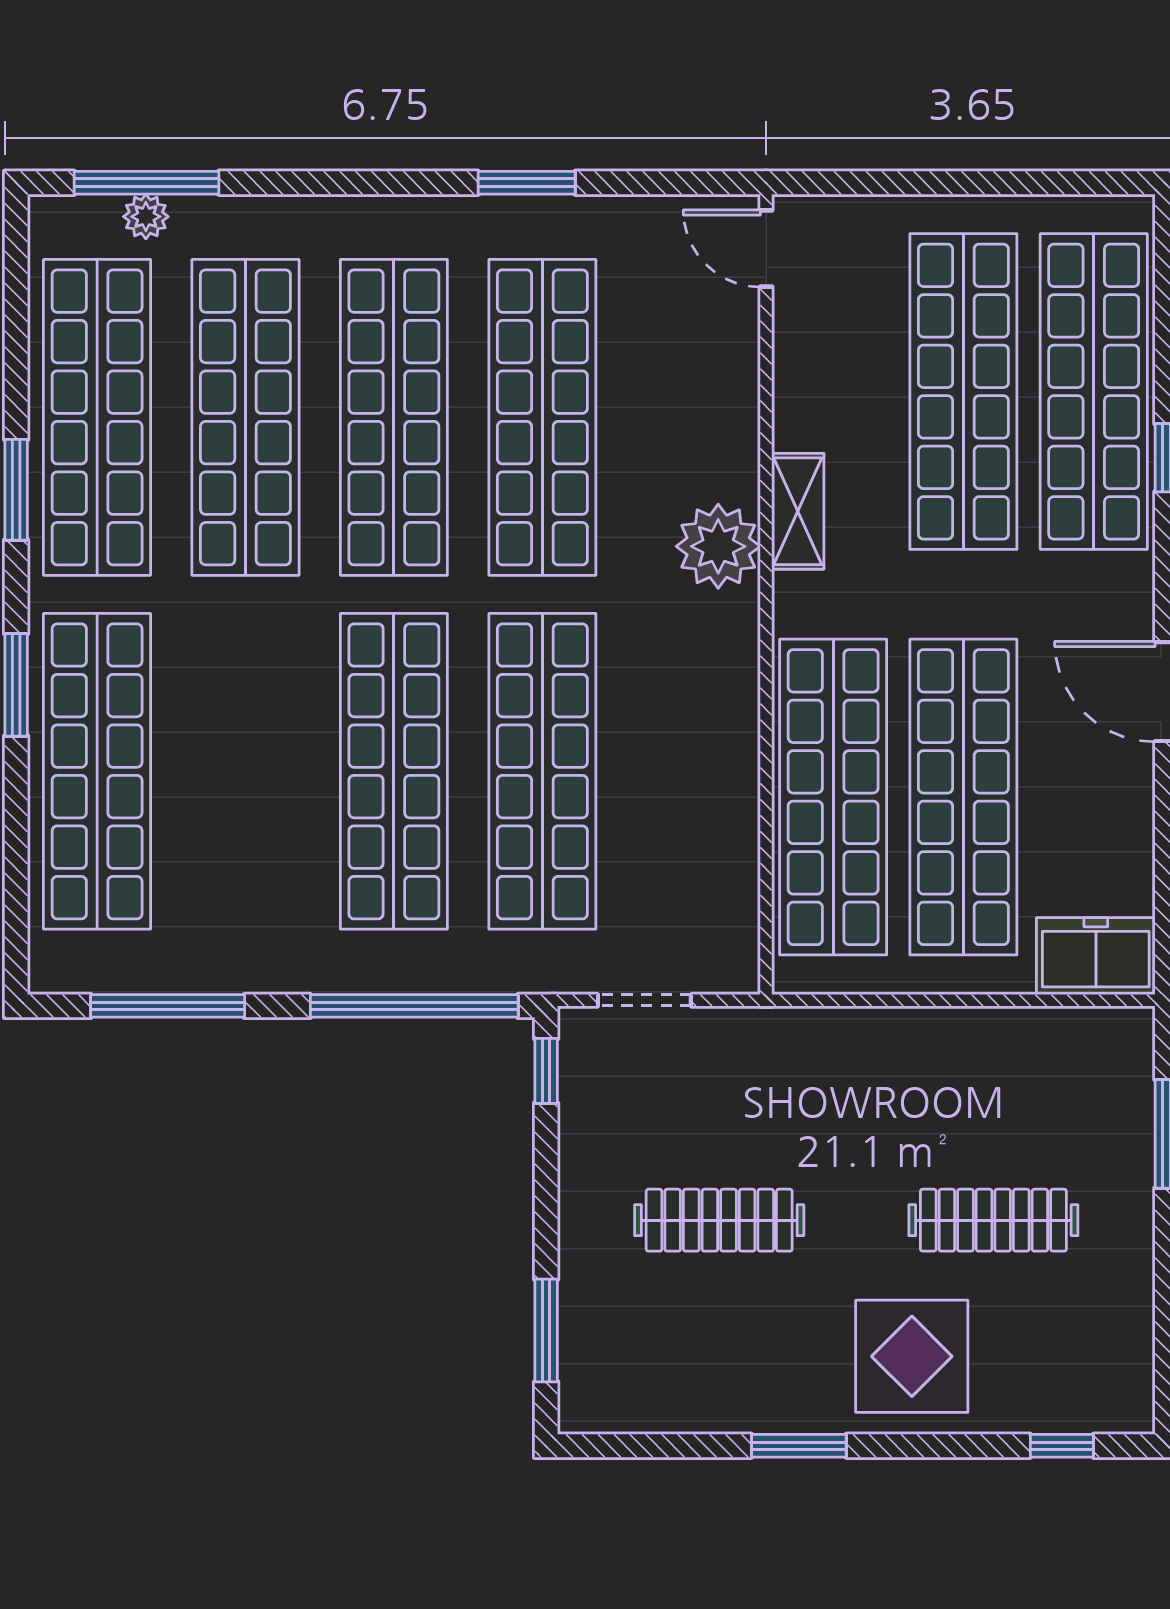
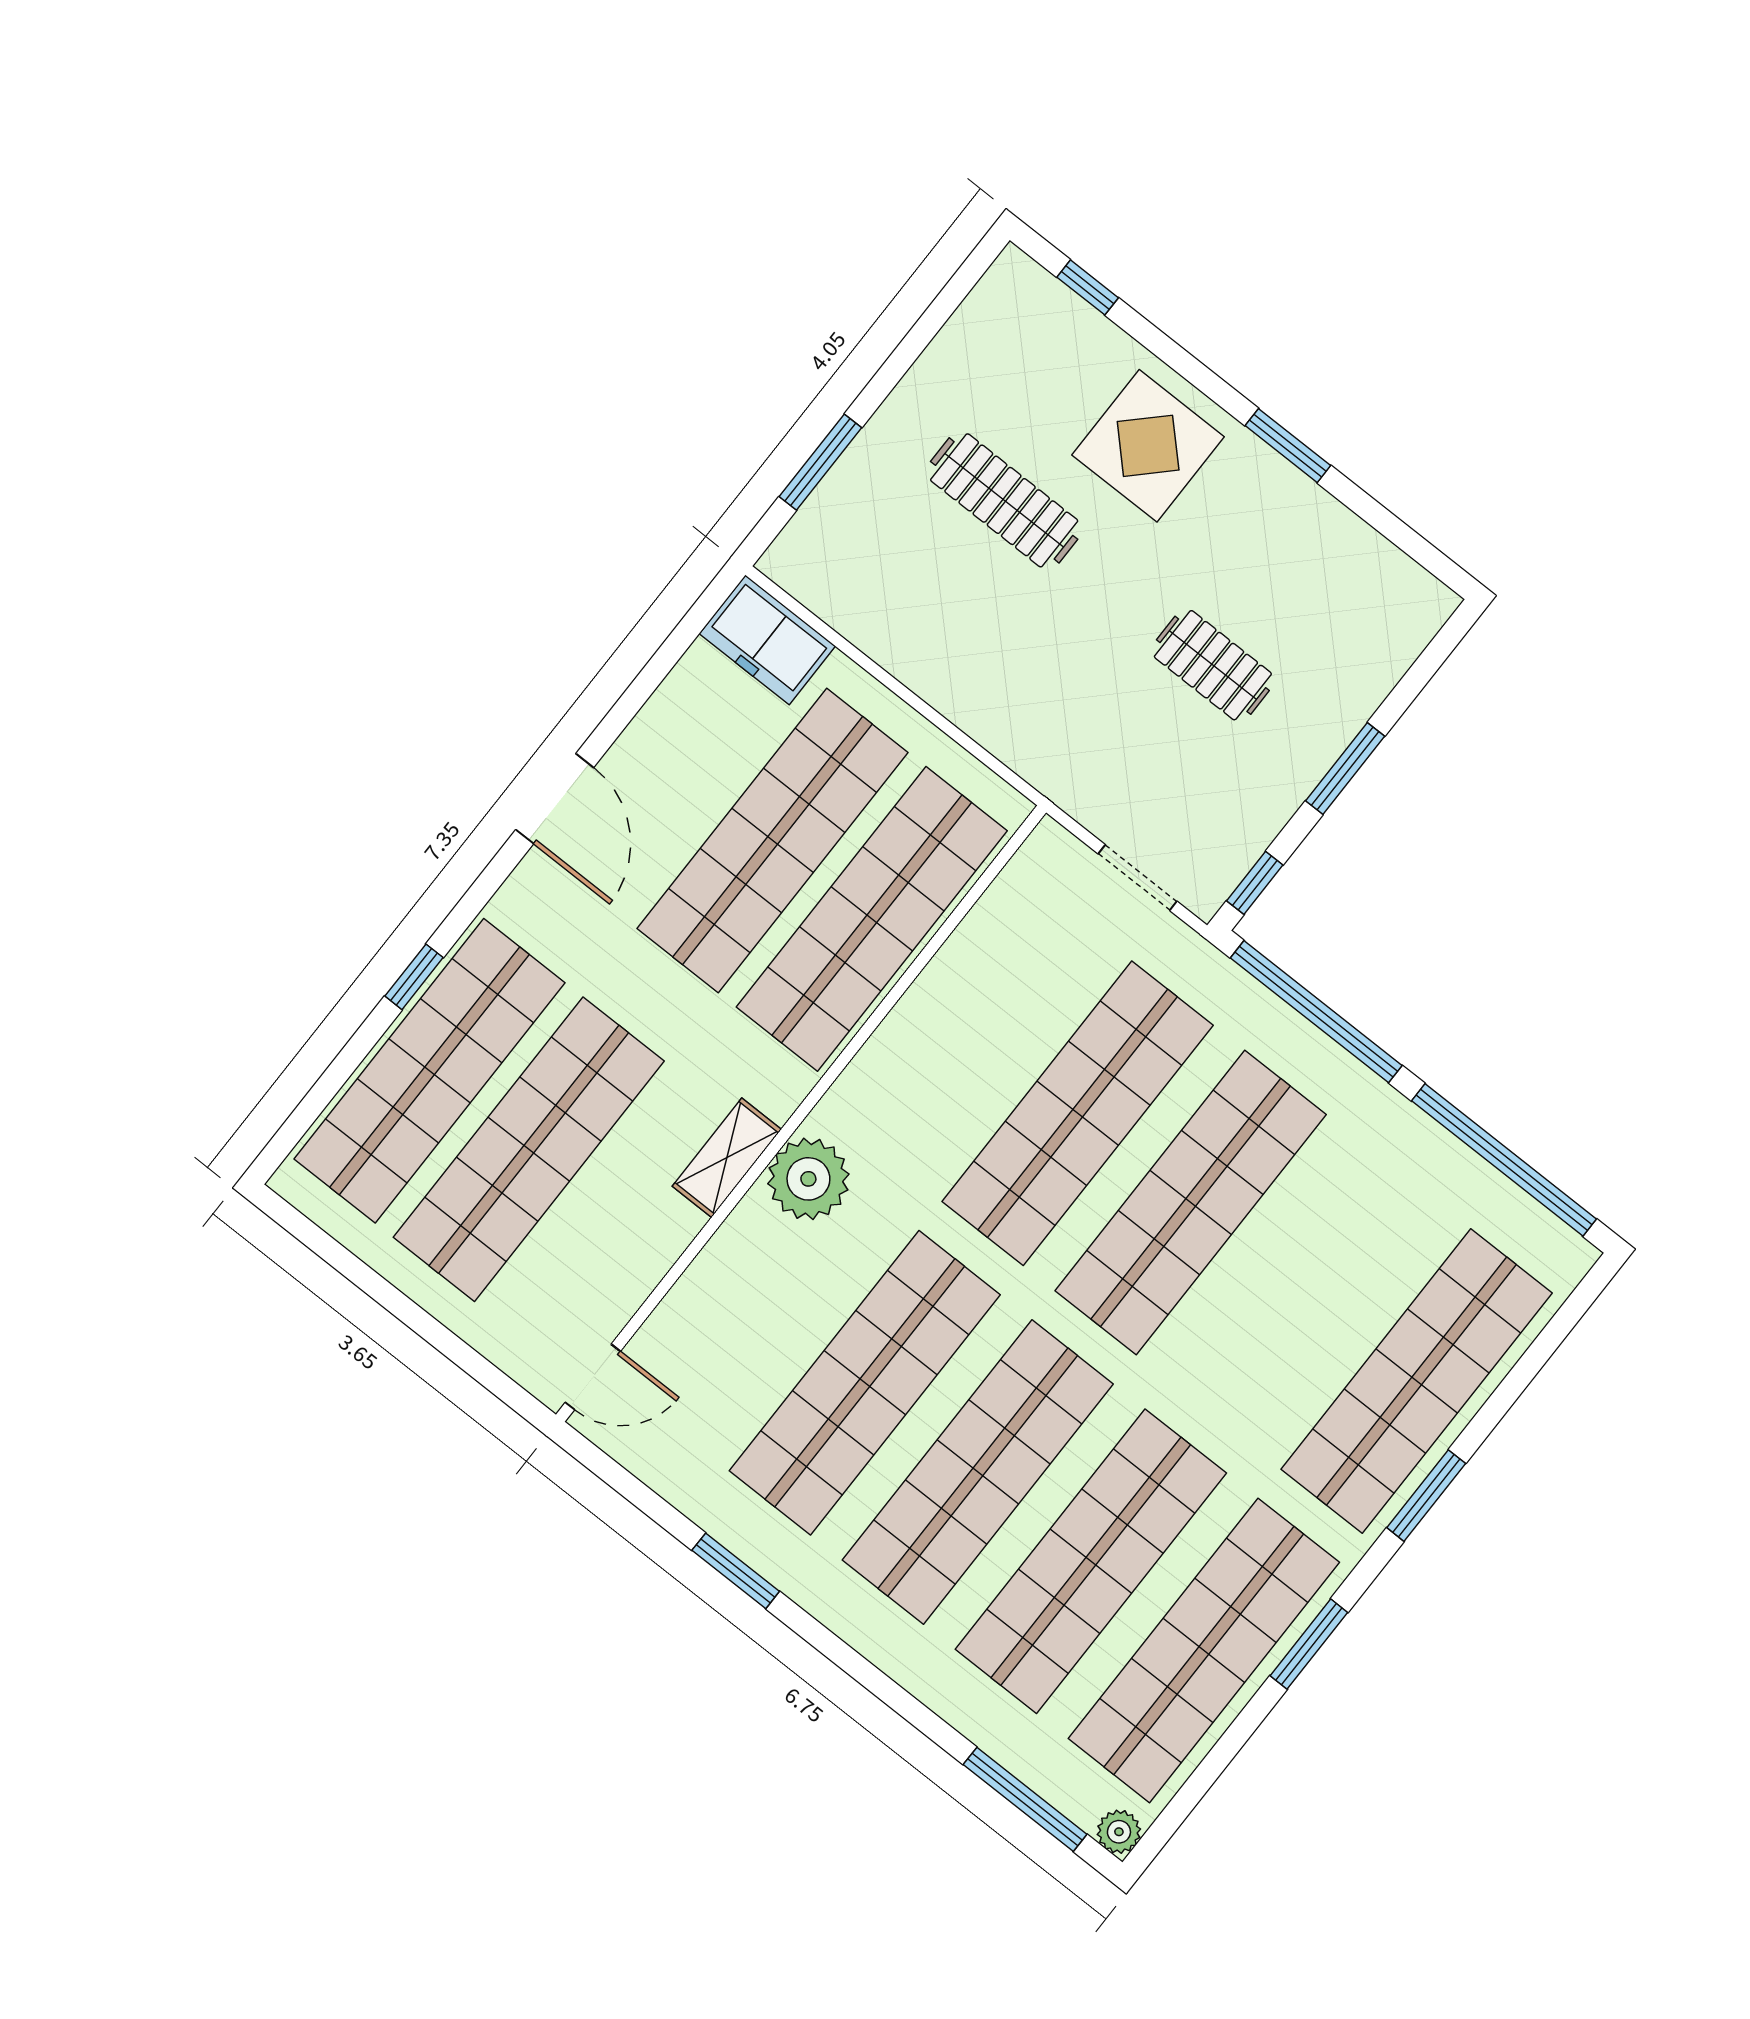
plant: (146, 217) -> (1119, 1832), moved
door: (766, 248) -> (593, 1377), hinge flipped
window: (168, 1006) -> (1504, 1160), width x1.46
clothes rail: (719, 1220) -> (1213, 665), width x0.73
window: (546, 1331) -> (1345, 769), moved

